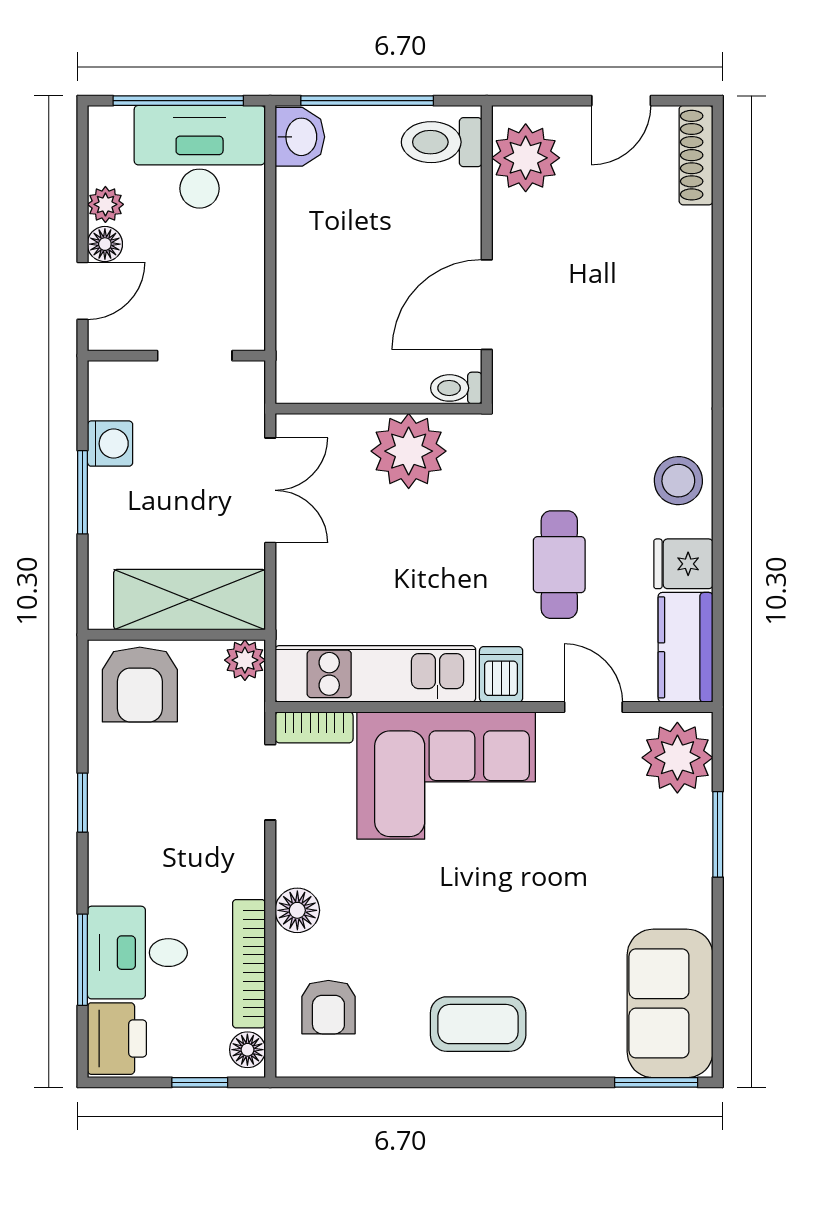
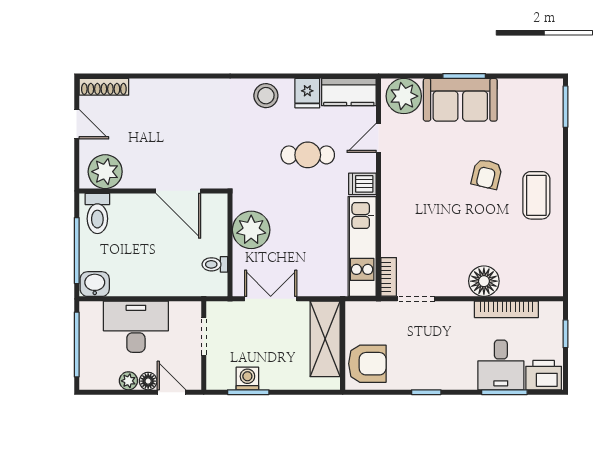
desk: (200, 157) -> (136, 327), moved, turned 90
toilet: (456, 388) -> (215, 264), moved, turned 90
window: (83, 492) -> (248, 392), moved
plant: (245, 660) -> (355, 311), removed
corner sofa: (446, 775) -> (413, 211), removed
window: (718, 834) -> (464, 76), moved
floor lamp: (297, 910) -> (484, 281), width x1.38, depth x1.38
sofa: (670, 1003) -> (460, 100), moved
armchair: (328, 1007) -> (487, 174), moved, turned 103
floor lamp: (247, 1050) -> (549, 310), removed

